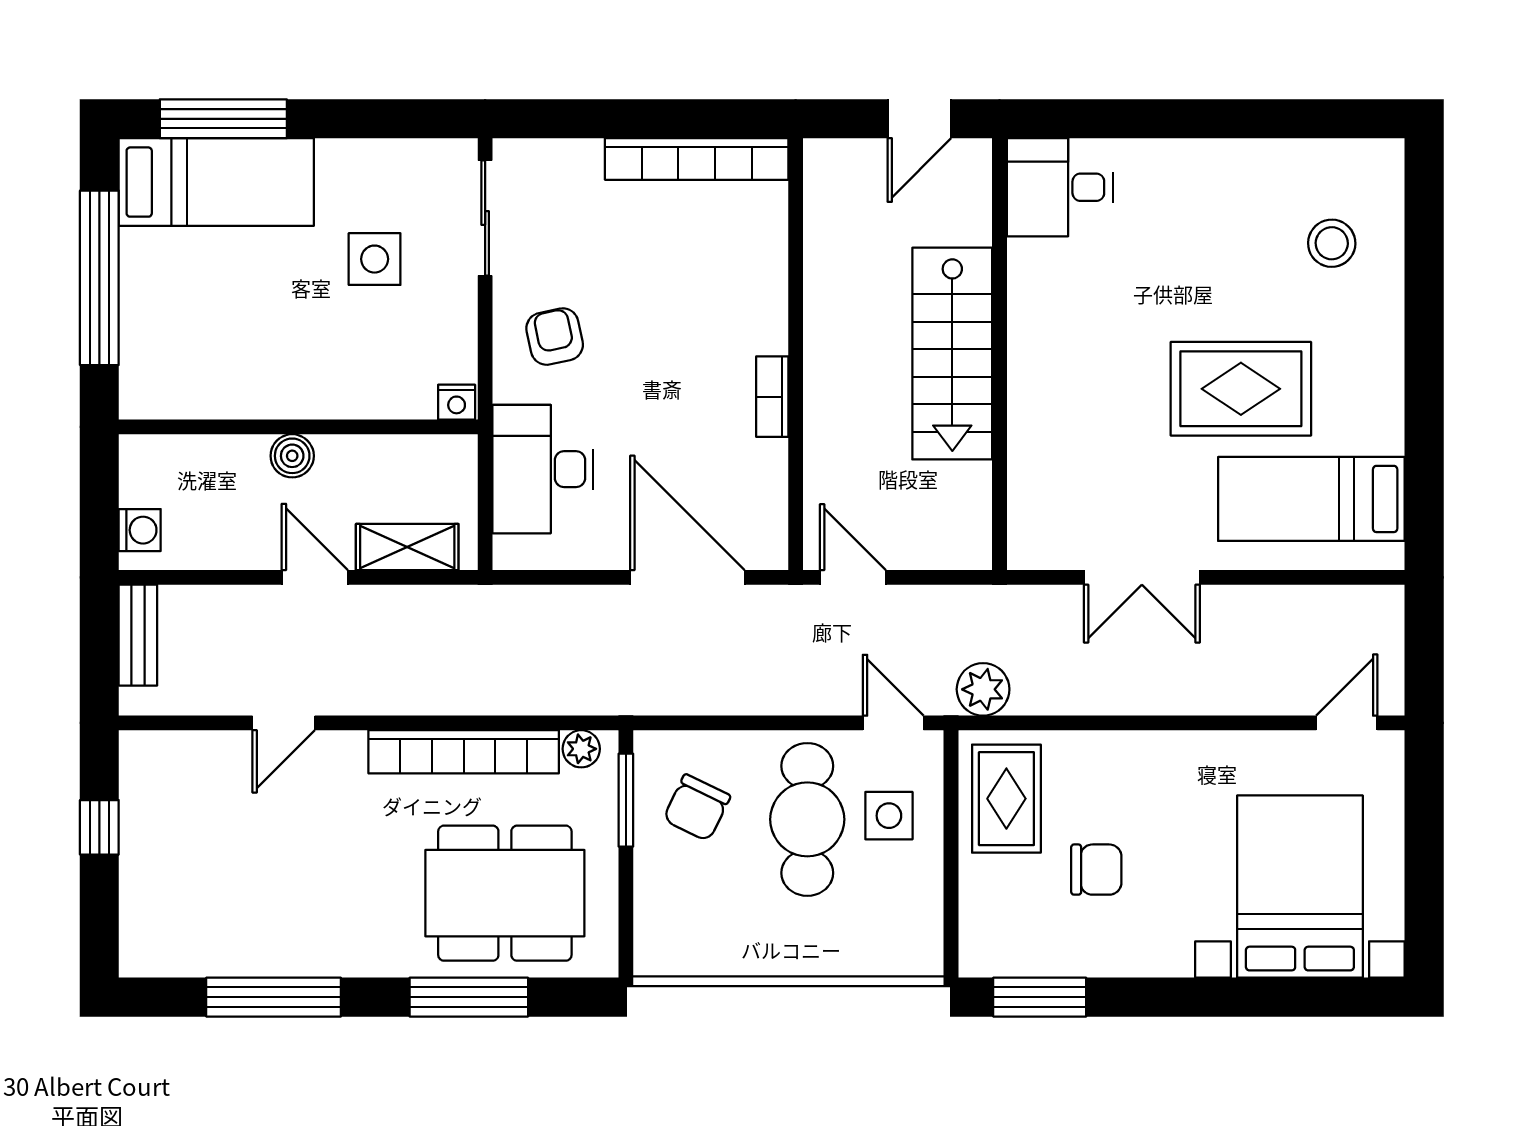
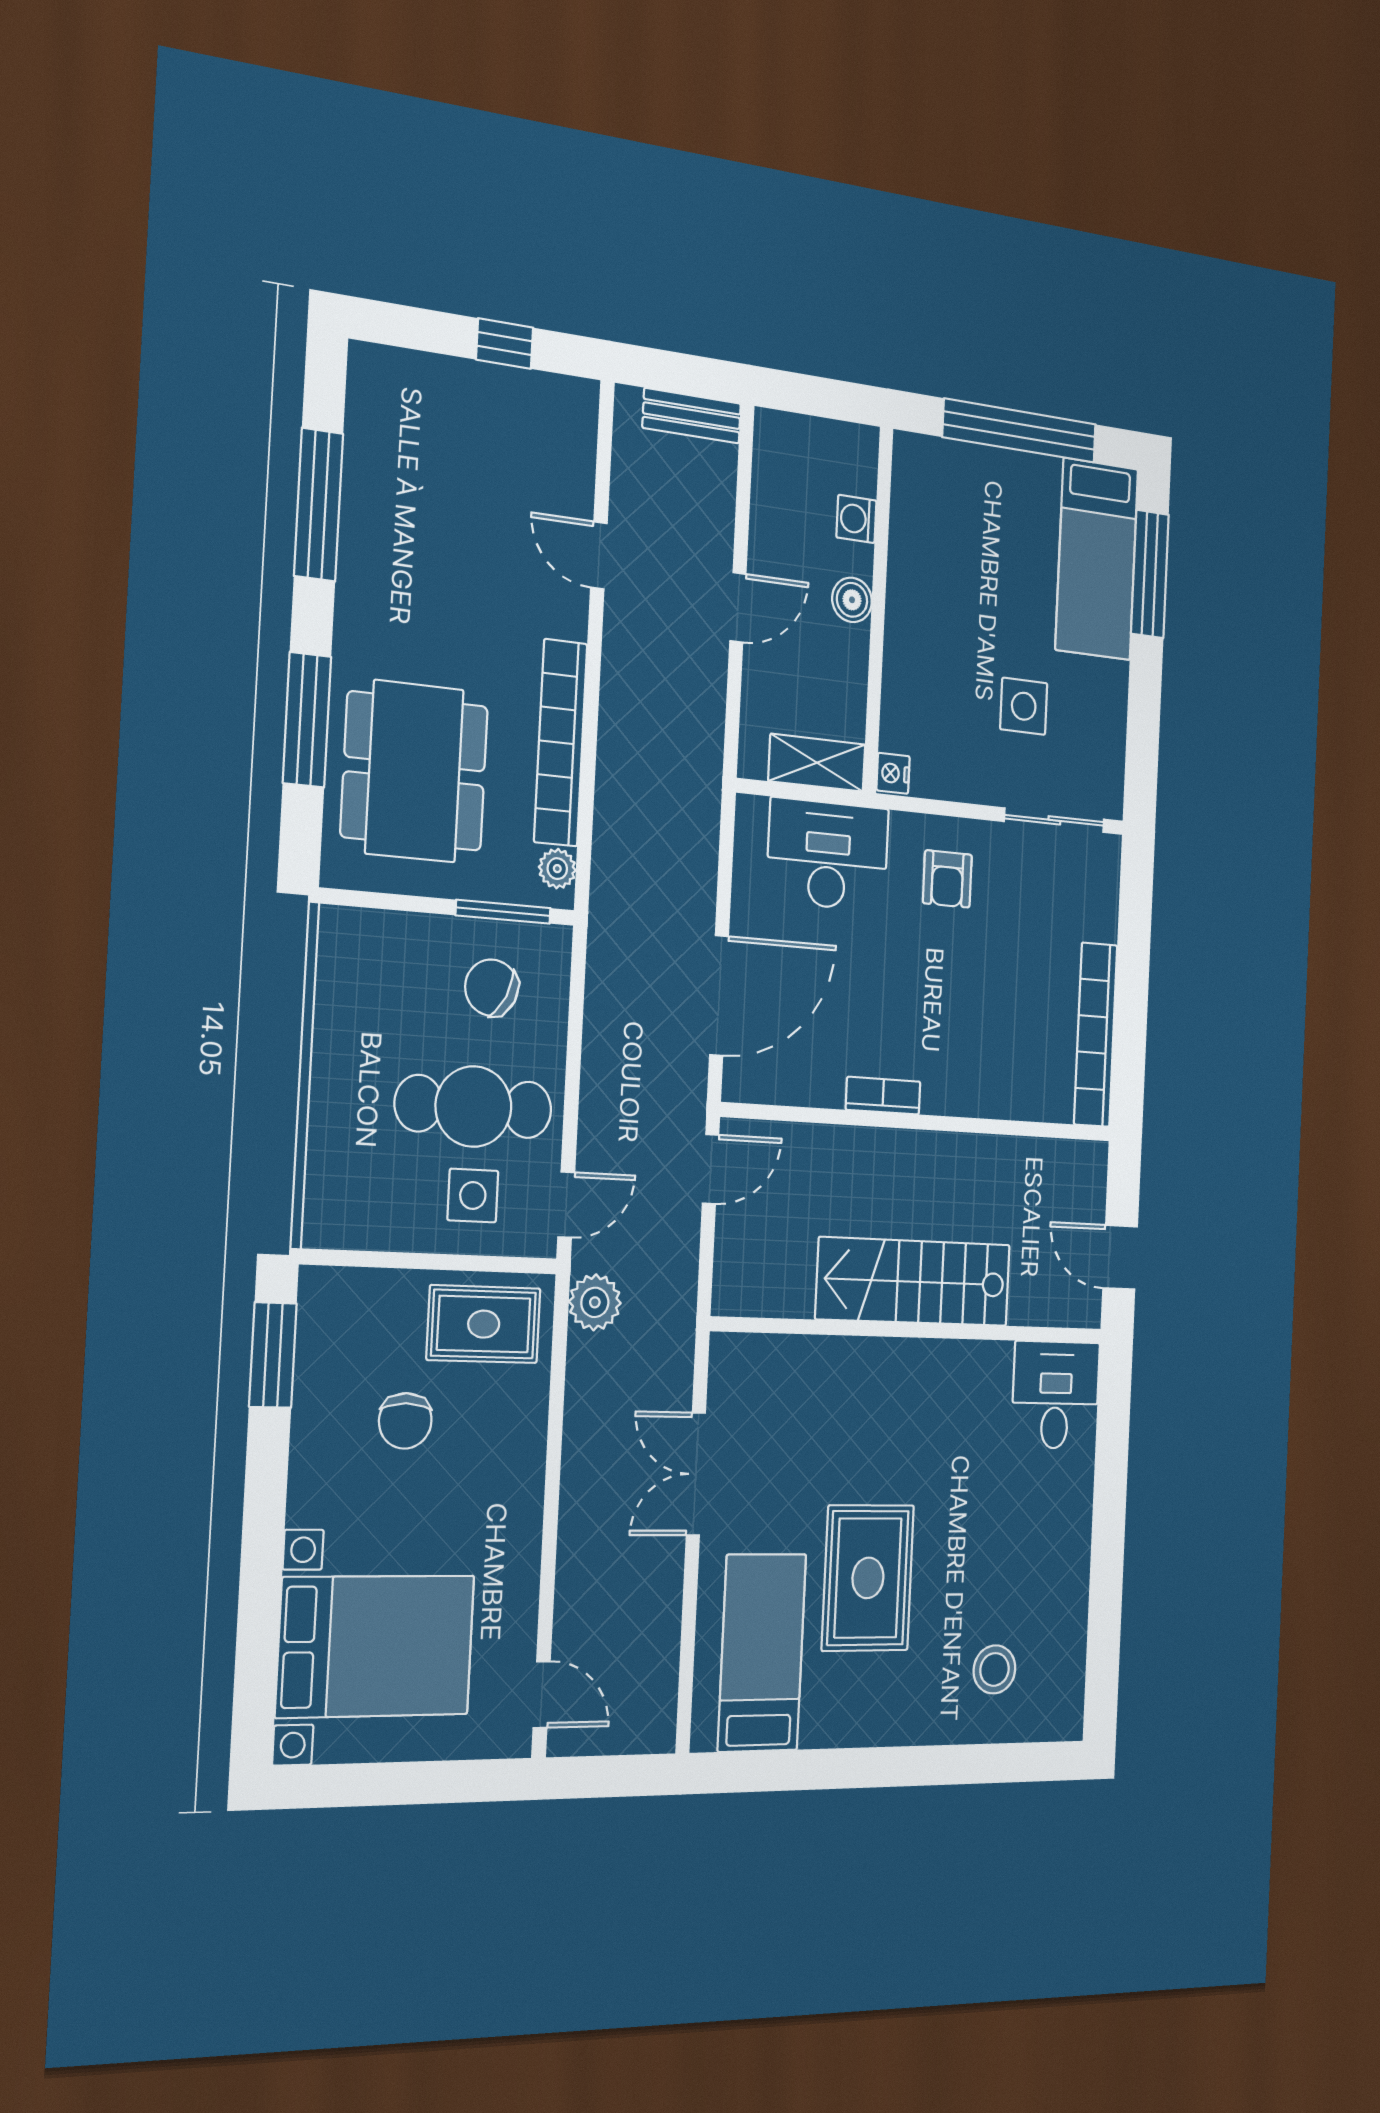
armchair: (555, 337) -> (947, 879), turned 102
washing machine: (140, 530) -> (856, 519), moved, turned 90
shelving: (407, 547) -> (817, 763), moved, turned 90

